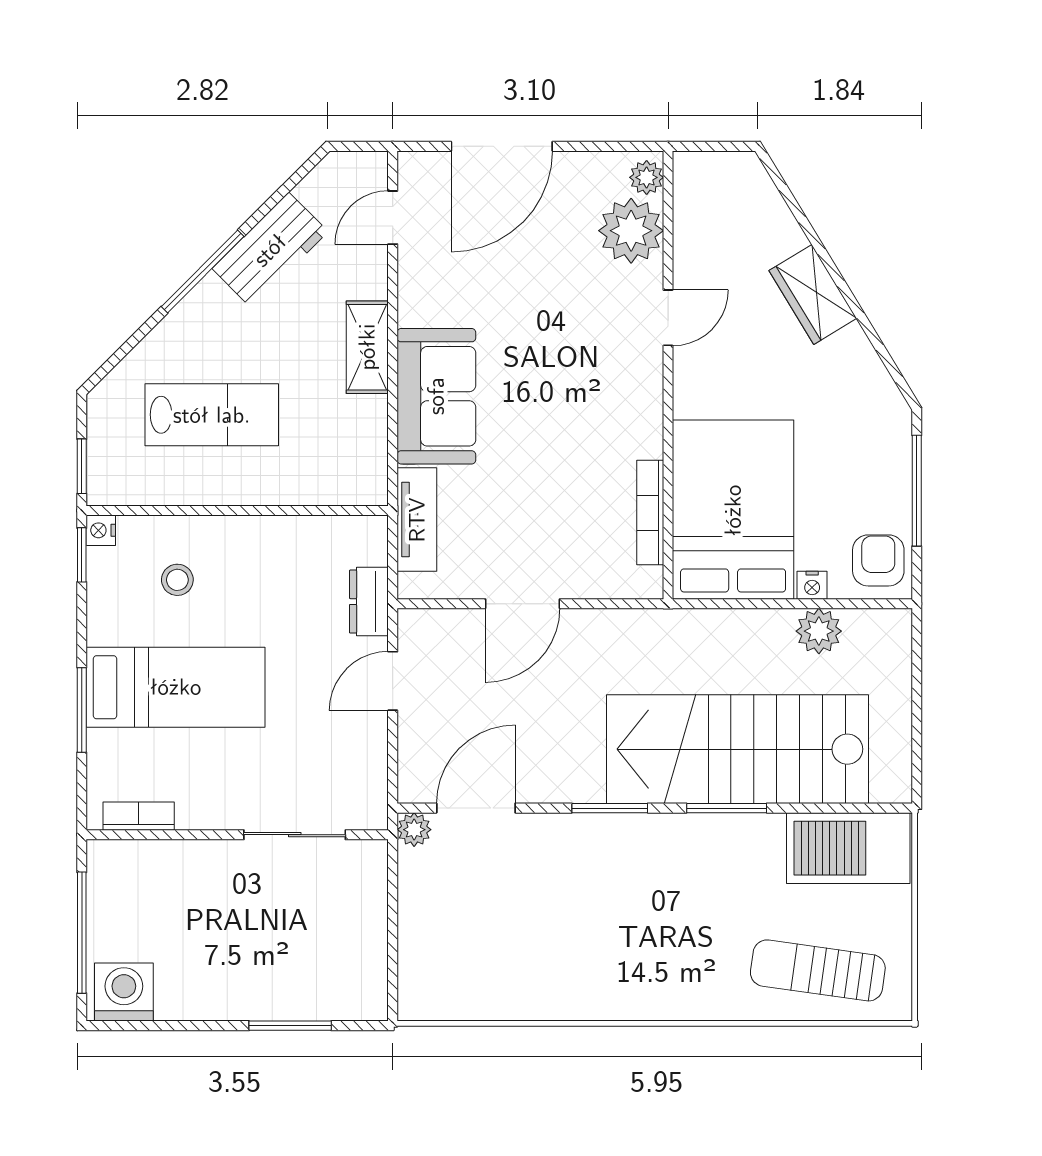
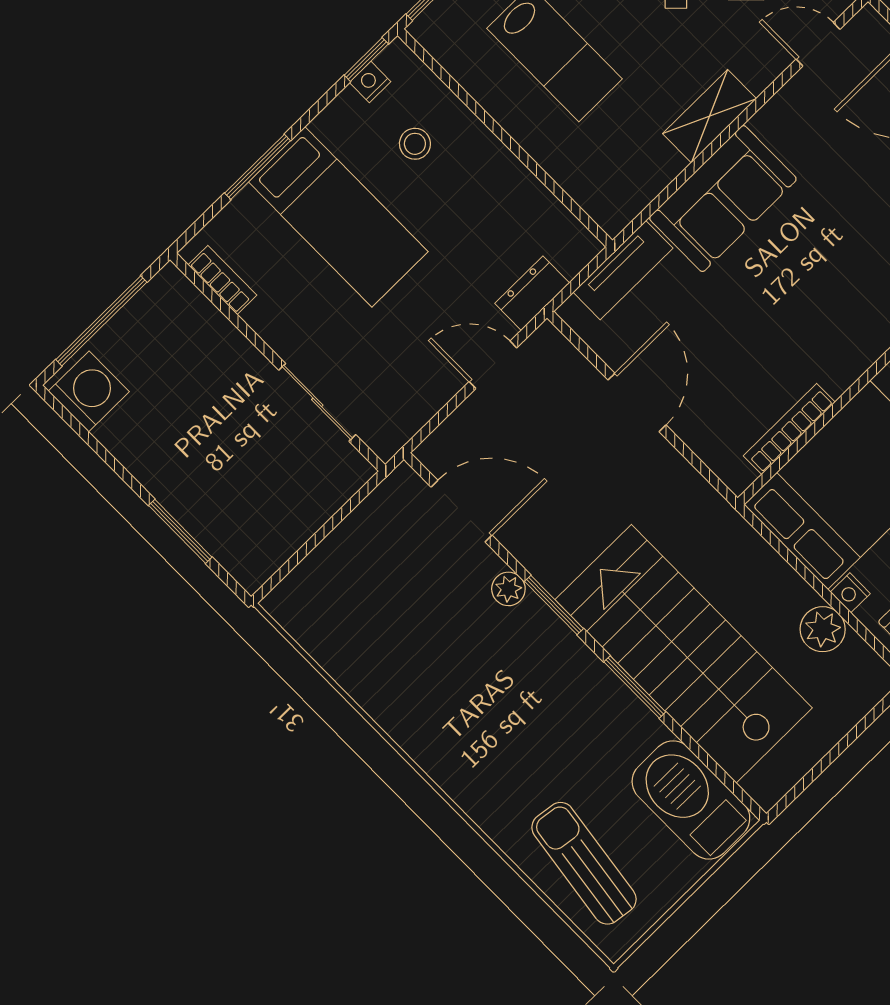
nightstand: (101, 530) -> (370, 82), moved
door: (523, 604) -> (637, 402), swing flipped
plant: (414, 830) -> (508, 589), moved

